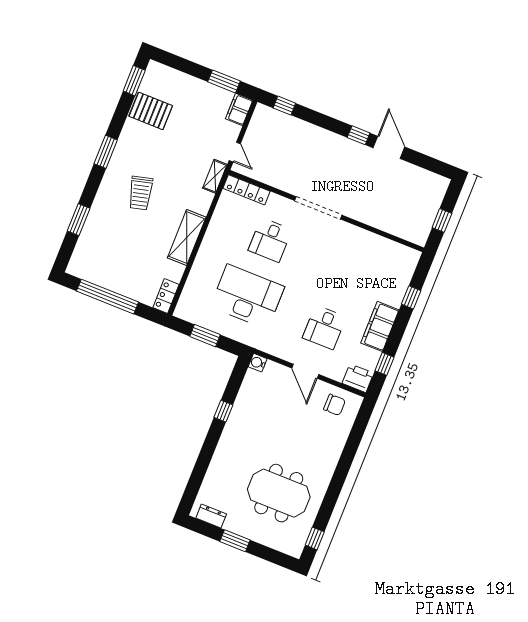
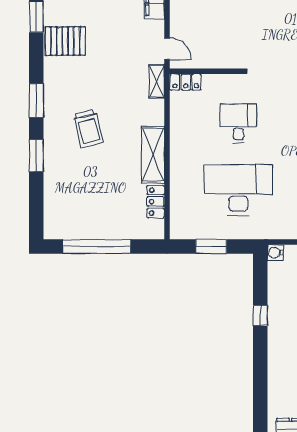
locker: (247, 190) -> (186, 82), width x0.66
window: (79, 220) -> (36, 156), moved
desk: (270, 240) -> (238, 123), turned 180
locker: (166, 296) -> (156, 202), moved

